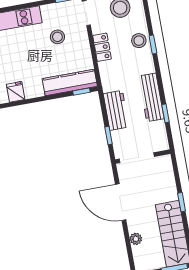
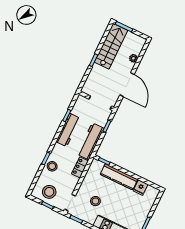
locker: (102, 47) -> (80, 167), moved
kitchen counter: (70, 82) -> (119, 177), moved
workbench: (116, 110) -> (91, 141), width x1.38

